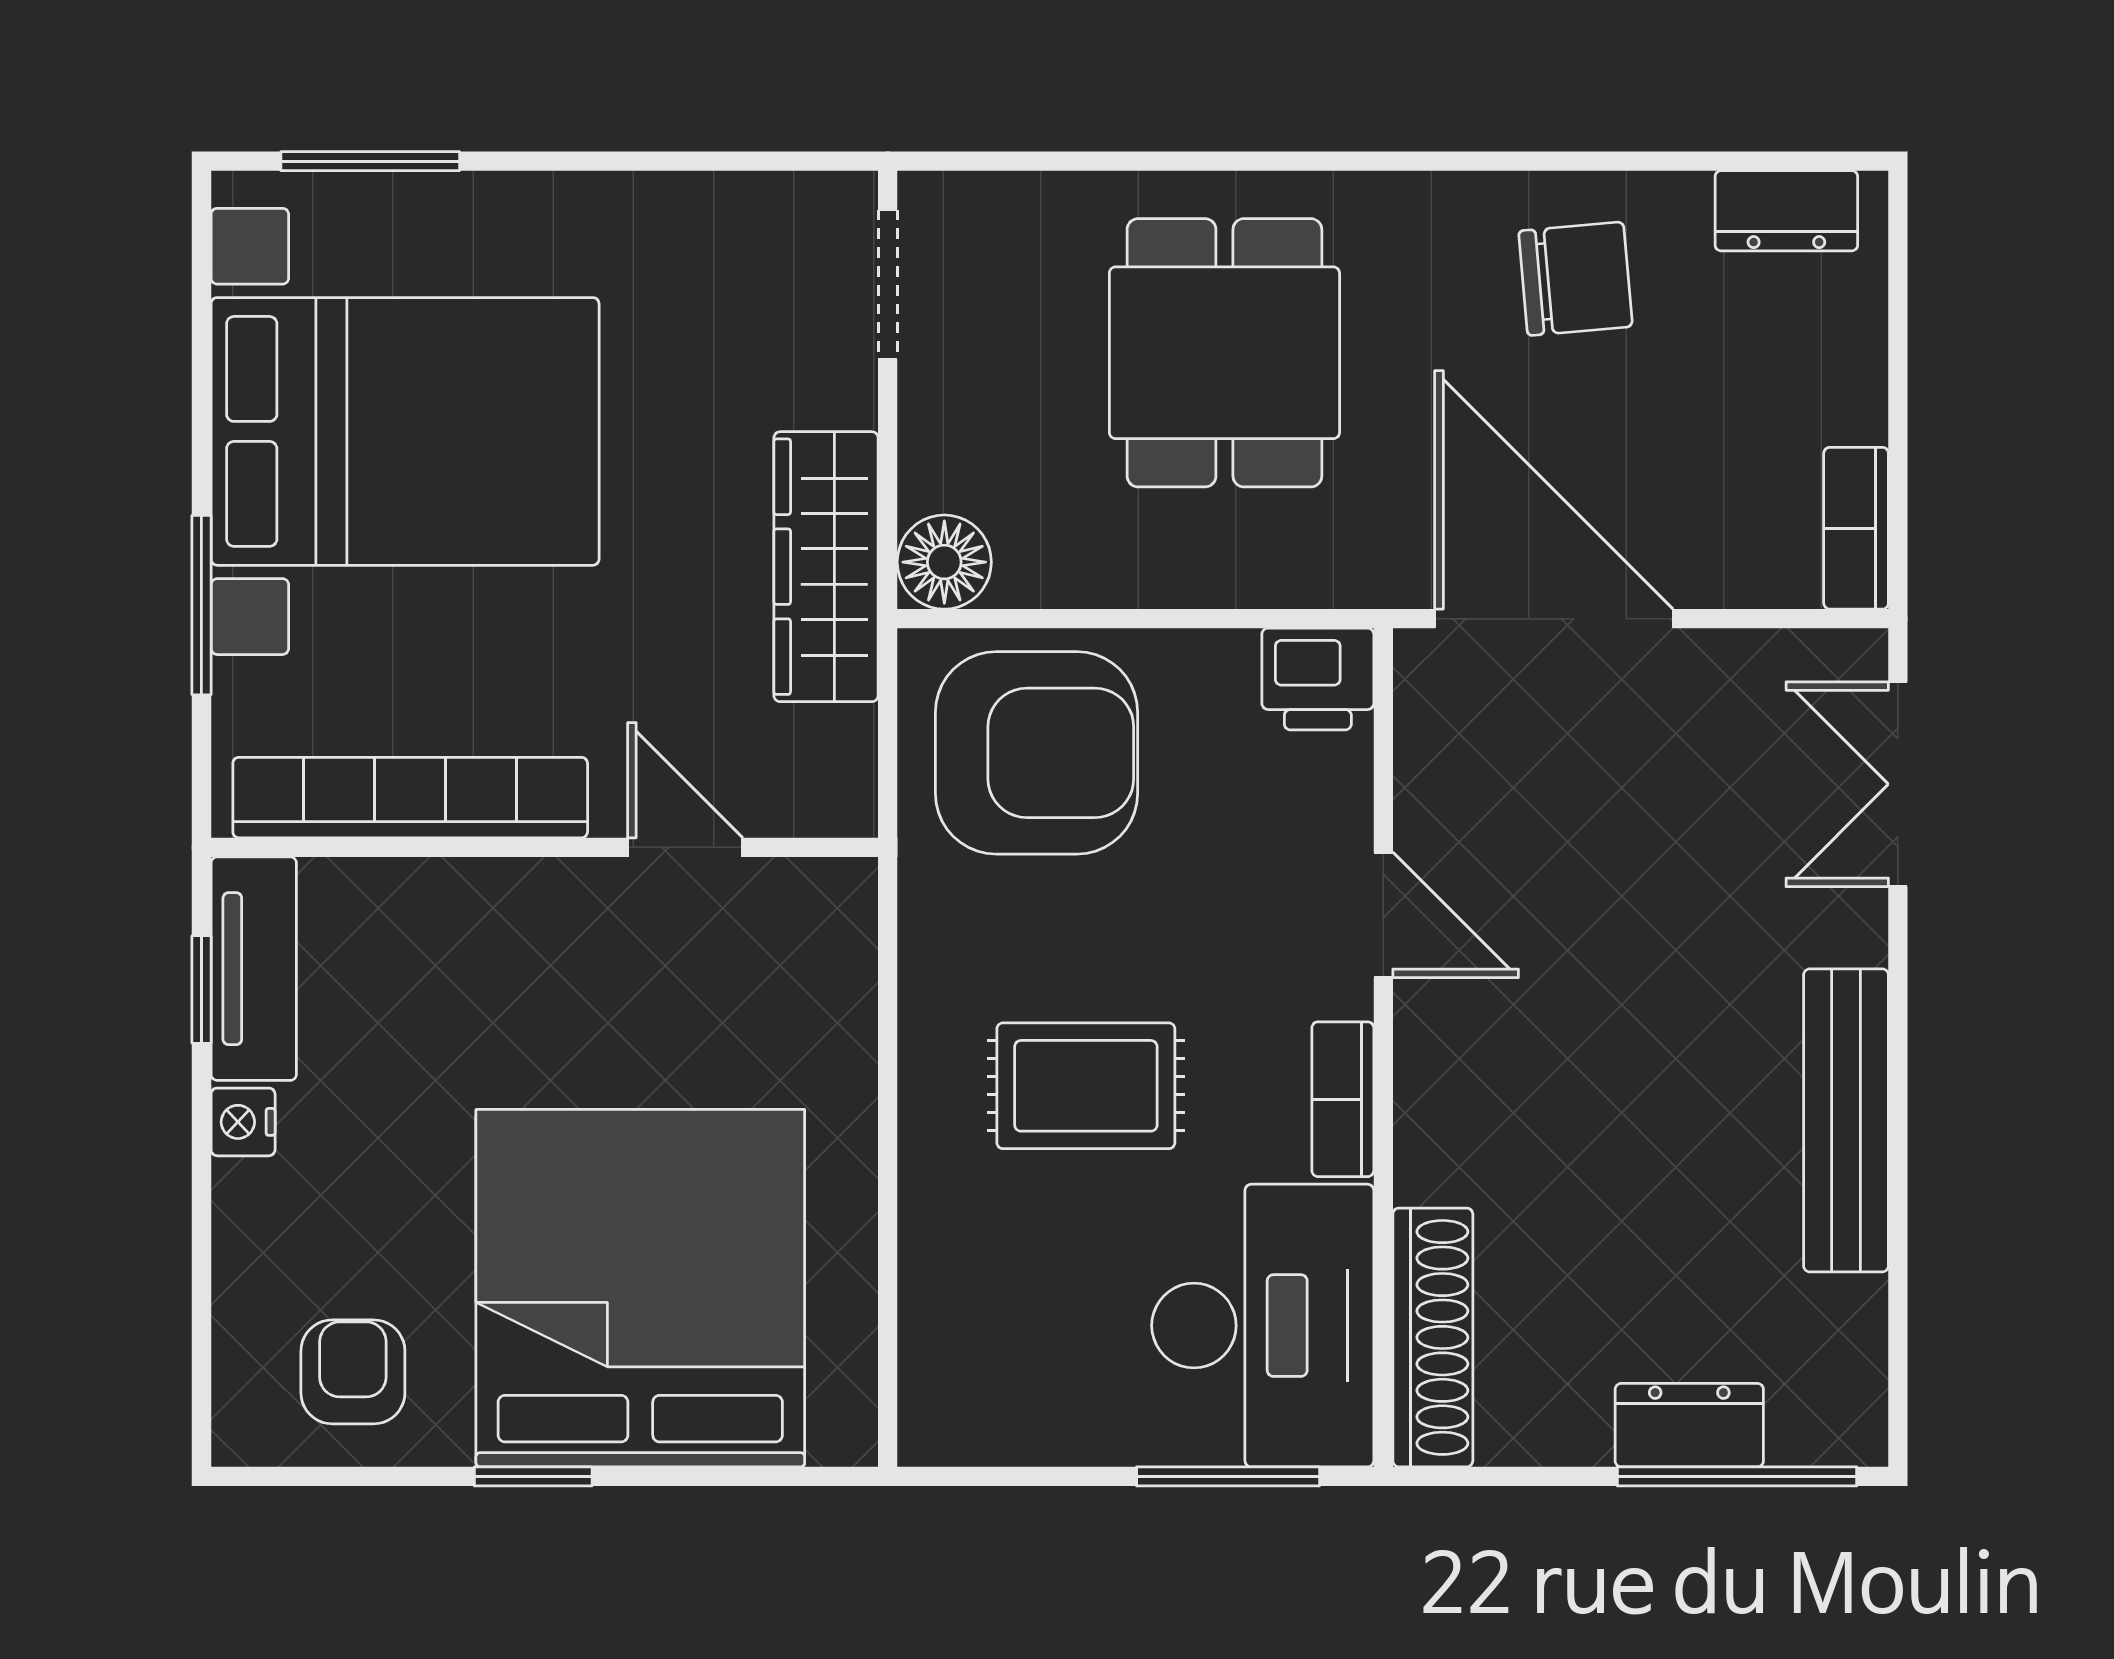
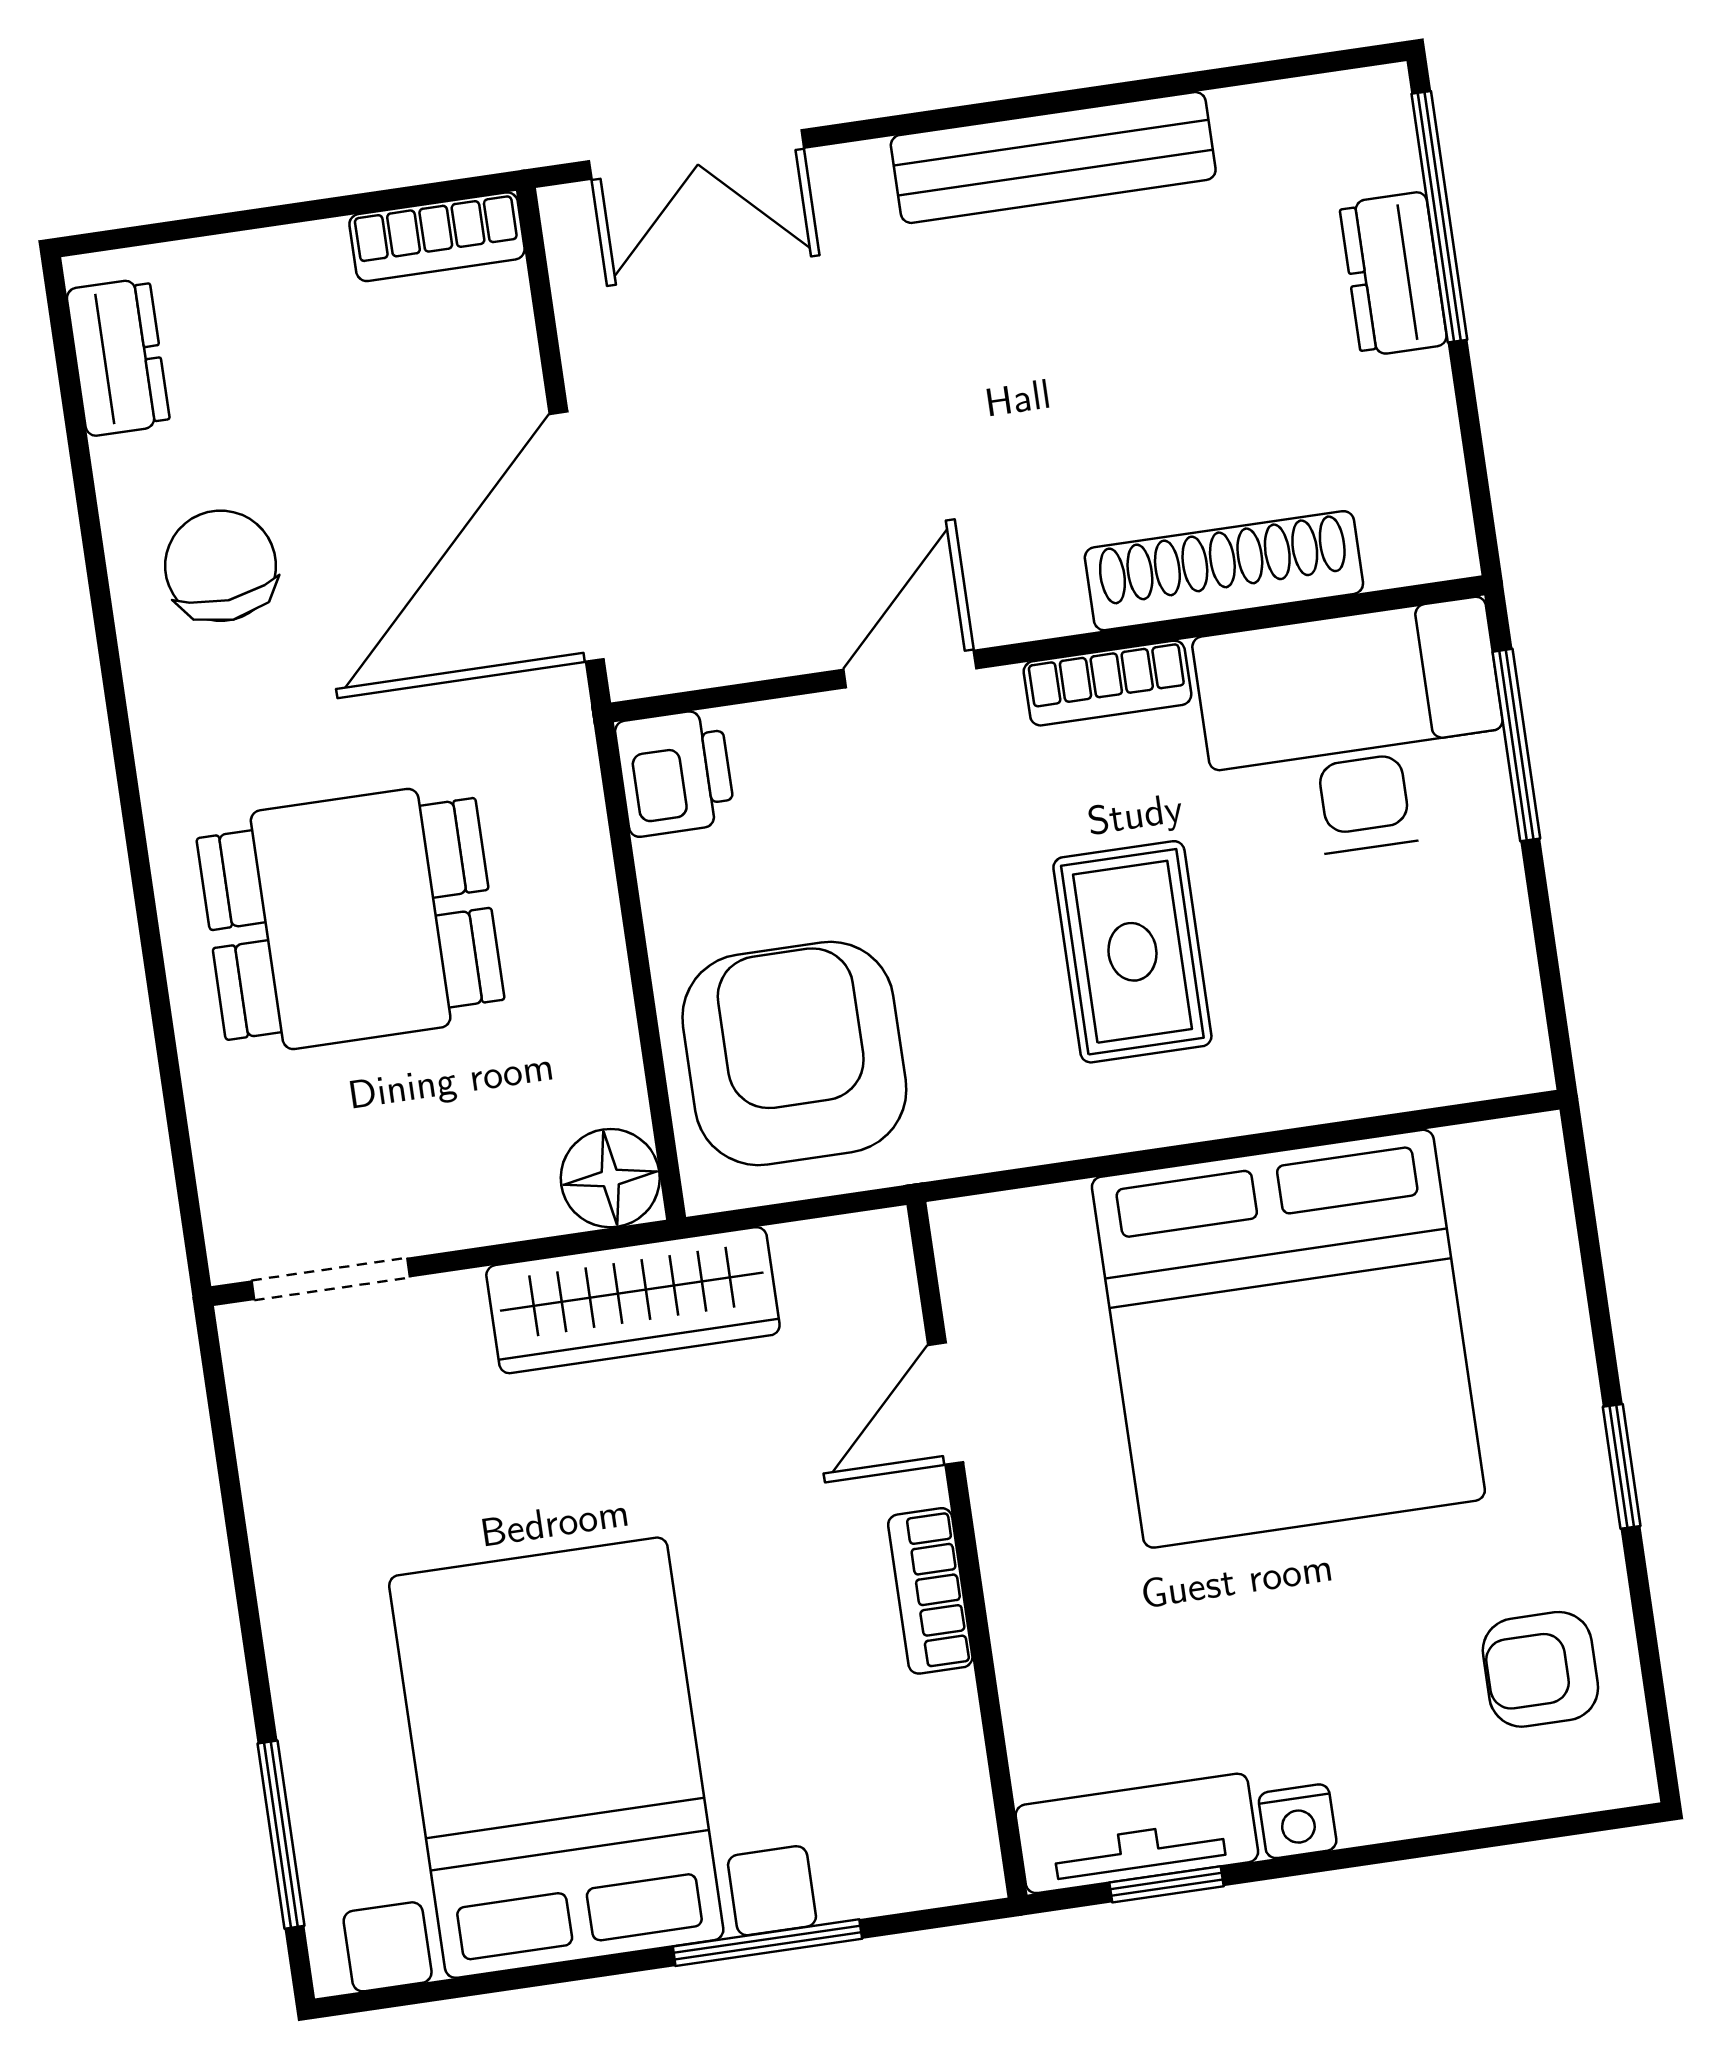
bookcase: (410, 798) -> (930, 1591), width x0.43, depth x0.76
bed: (640, 1288) -> (1288, 1339), moved, turned -90
shoe rack: (1433, 1337) -> (1224, 571), moved

